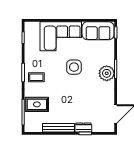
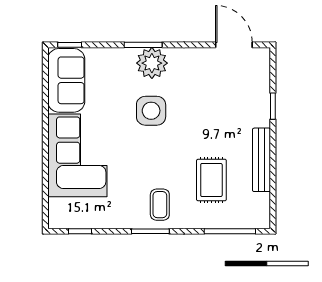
side table: (74, 67) -> (151, 111), moved
rug: (37, 104) -> (211, 180), moved
dresser: (83, 128) -> (261, 110), removed

